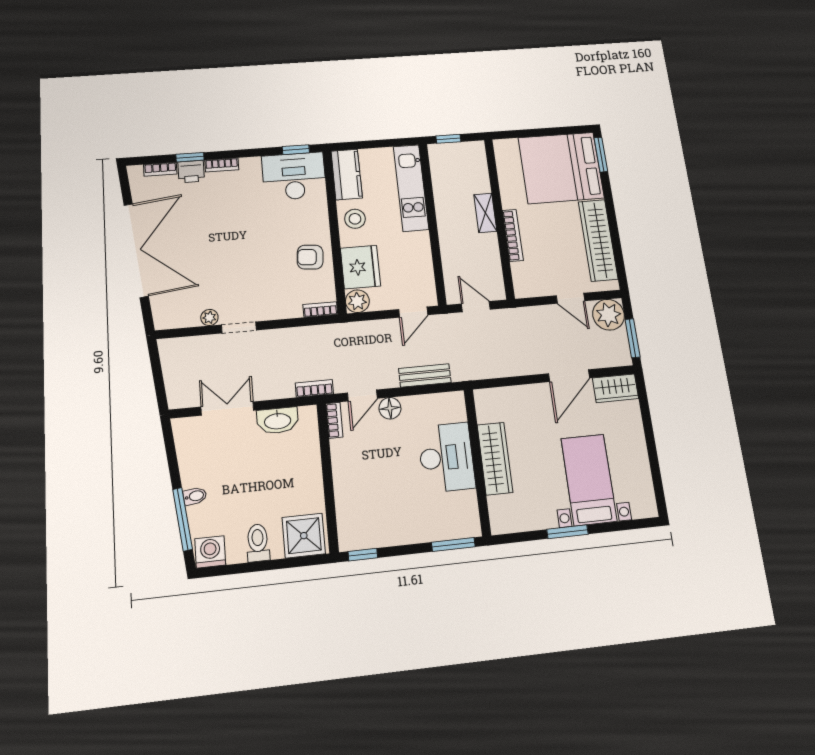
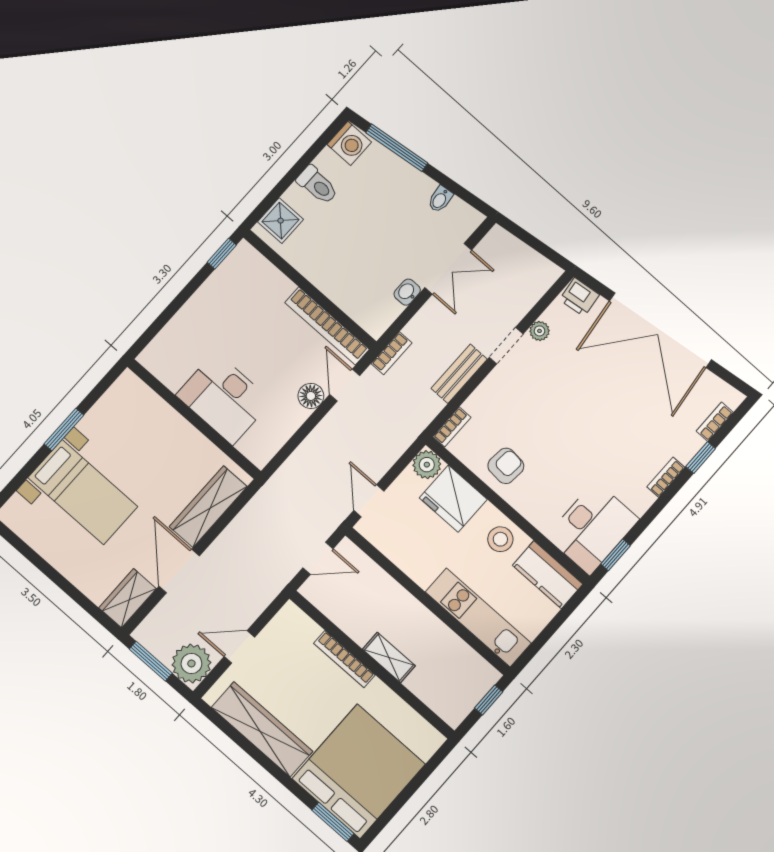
printer: (191, 172) -> (579, 297), moved, turned -97
bench: (425, 375) -> (459, 374), moved
bookcase: (334, 420) -> (327, 326), width x2.31, depth x1.31
washbasin: (278, 421) -> (407, 292), width x0.52, depth x0.69
wardrobe: (495, 458) -> (208, 507), moved, turned 90
bidet: (195, 496) -> (440, 199), moved
shower: (304, 536) -> (281, 221), width x0.73, depth x0.73
window: (453, 545) -> (153, 330), removed

